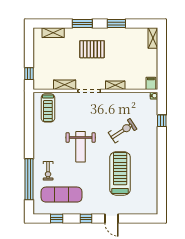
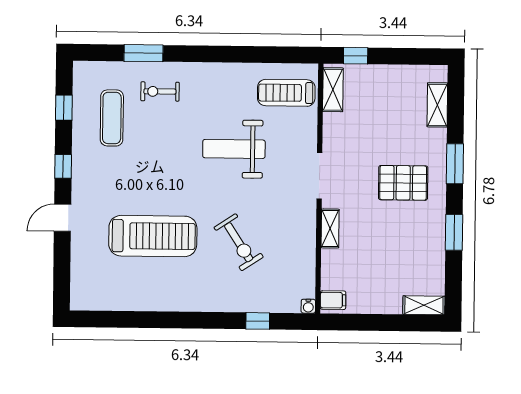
pallet: (92, 49) -> (403, 183), turned 90
shelving: (65, 85) -> (333, 90), moved
weight bench: (81, 147) -> (234, 149), moved
window: (29, 179) -> (143, 53), width x0.47
exercise mat: (62, 195) -> (112, 118), width x0.73, depth x0.69

